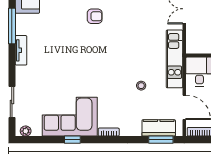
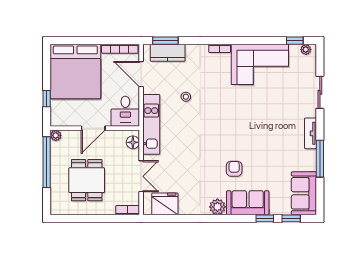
armchair: (95, 16) -> (234, 169), turned 90
floor lamp: (192, 42) -> (133, 142), added
sliding door: (12, 102) -> (320, 92), moved
window: (72, 140) -> (295, 41), moved

